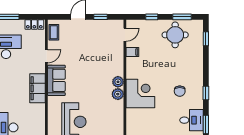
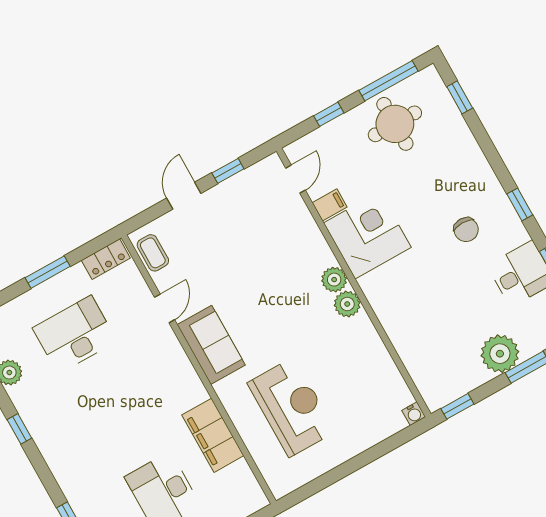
window: (182, 17) -> (389, 81), width x1.44
filing cabinet: (37, 88) -> (213, 435), moved
corner desk: (140, 93) -> (367, 235), moved

